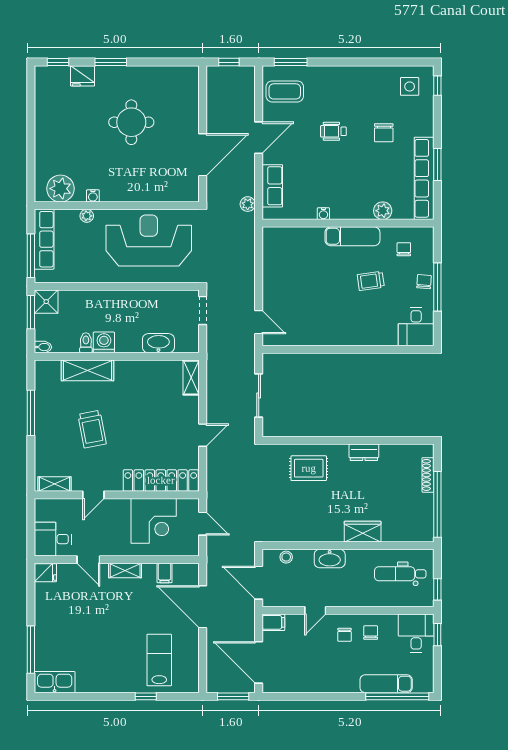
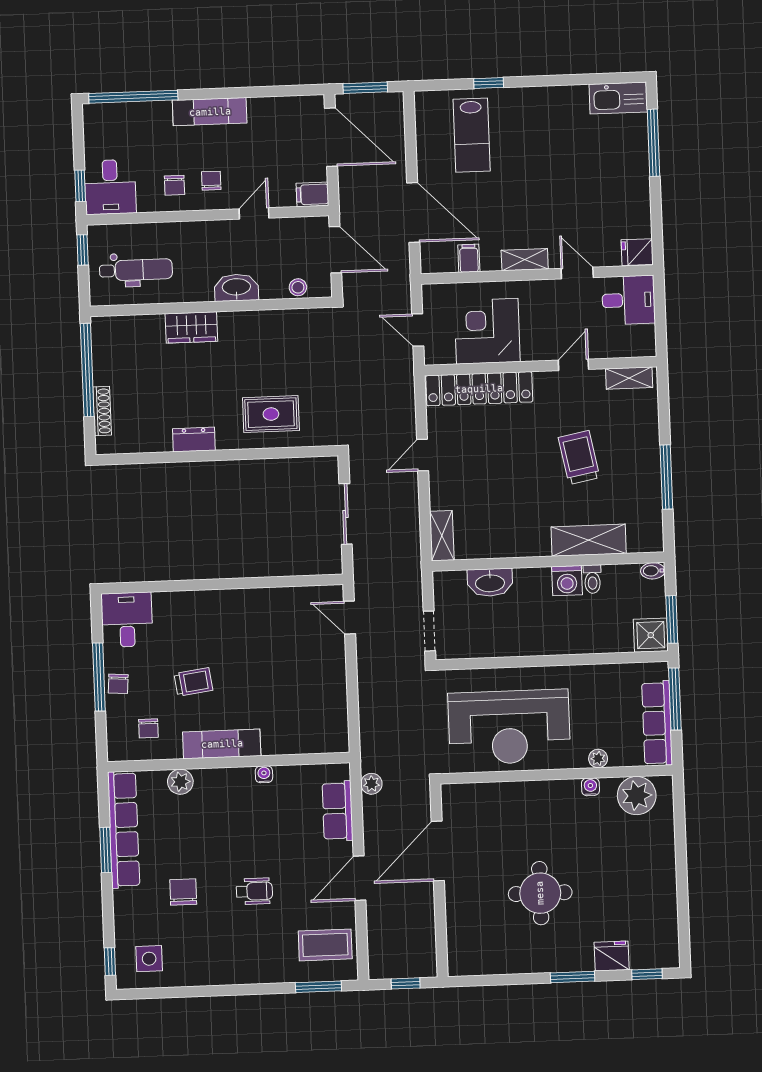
exam couch: (386, 684) -> (210, 112), moved

